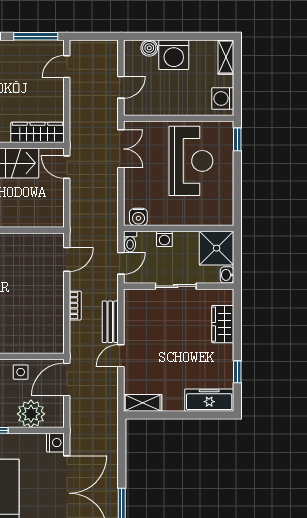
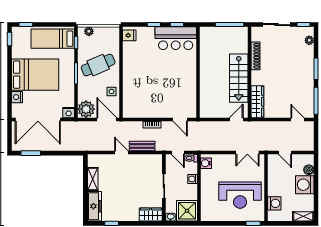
washing machine: (223, 99) -> (274, 203), moved, turned 90
wardrobe: (223, 324) -> (151, 215), moved
shelving: (143, 403) -> (93, 179), moved
plant: (31, 414) -> (86, 109), moved

